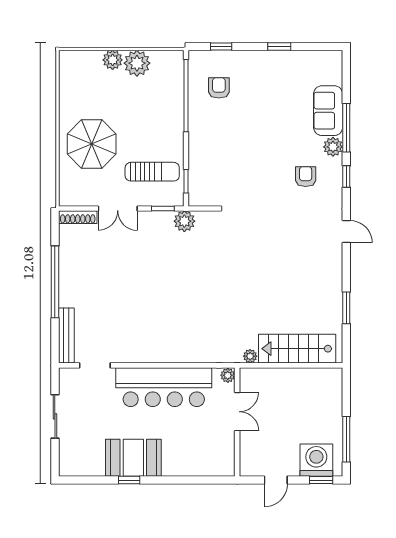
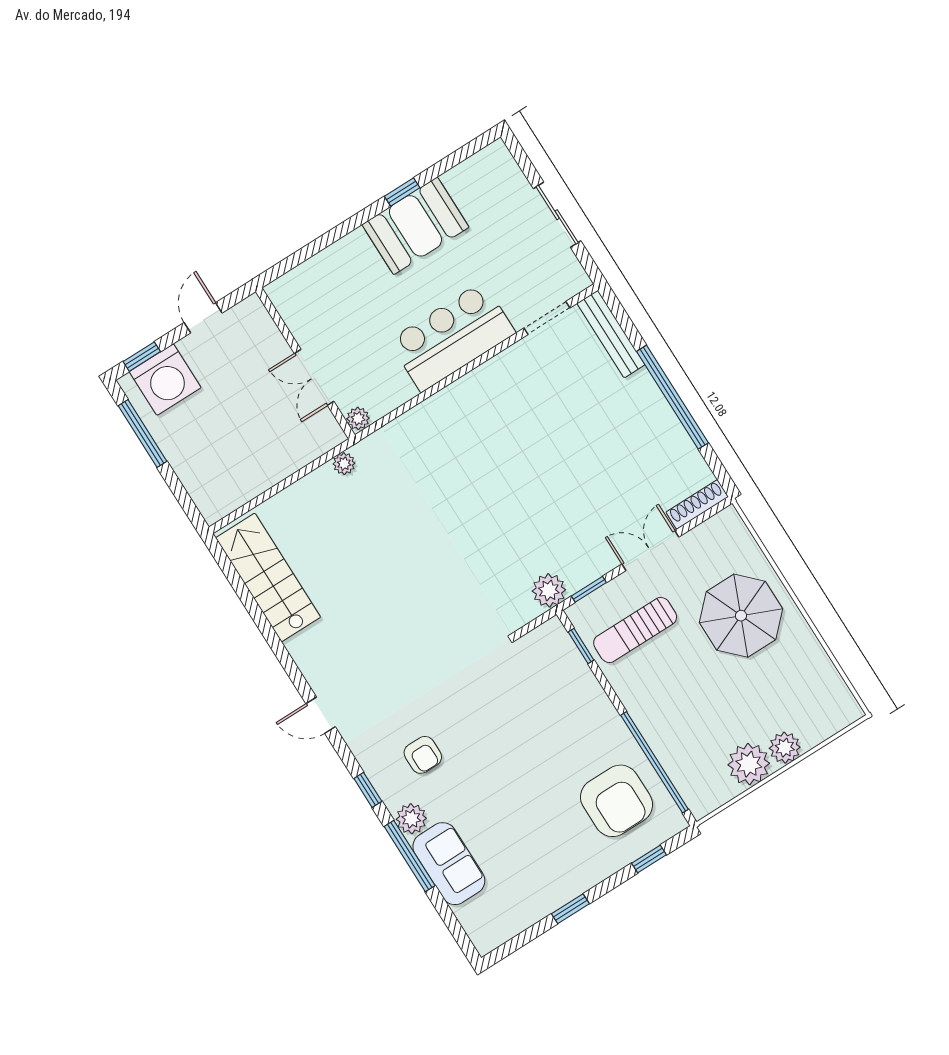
armchair: (219, 88) -> (617, 801), width x1.88, depth x1.88
window: (346, 308) -> (255, 612), removed
stairs: (297, 349) -> (268, 577), moved, turned -90
bar counter: (164, 387) -> (452, 337), width x0.73

